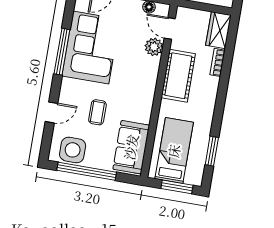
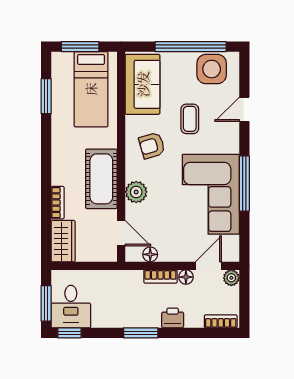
plant: (154, 47) -> (136, 192), moved
armchair: (132, 96) -> (152, 146), added

